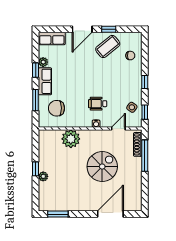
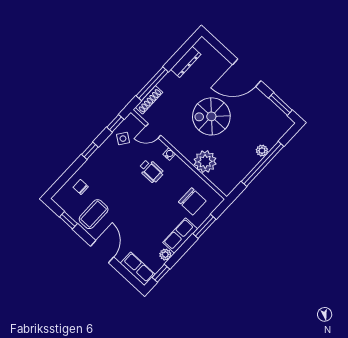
door: (82, 29) -> (102, 252), hinge flipped
window: (109, 29) -> (68, 220), moved
coffee table: (108, 47) -> (94, 214), turned -51
window: (36, 70) -> (161, 273), moved
spiral stairs: (102, 167) -> (211, 116), moved
window: (36, 169) -> (263, 164), width x3.17
dresser: (137, 187) -> (186, 62), added
door: (110, 214) -> (247, 73), moved

